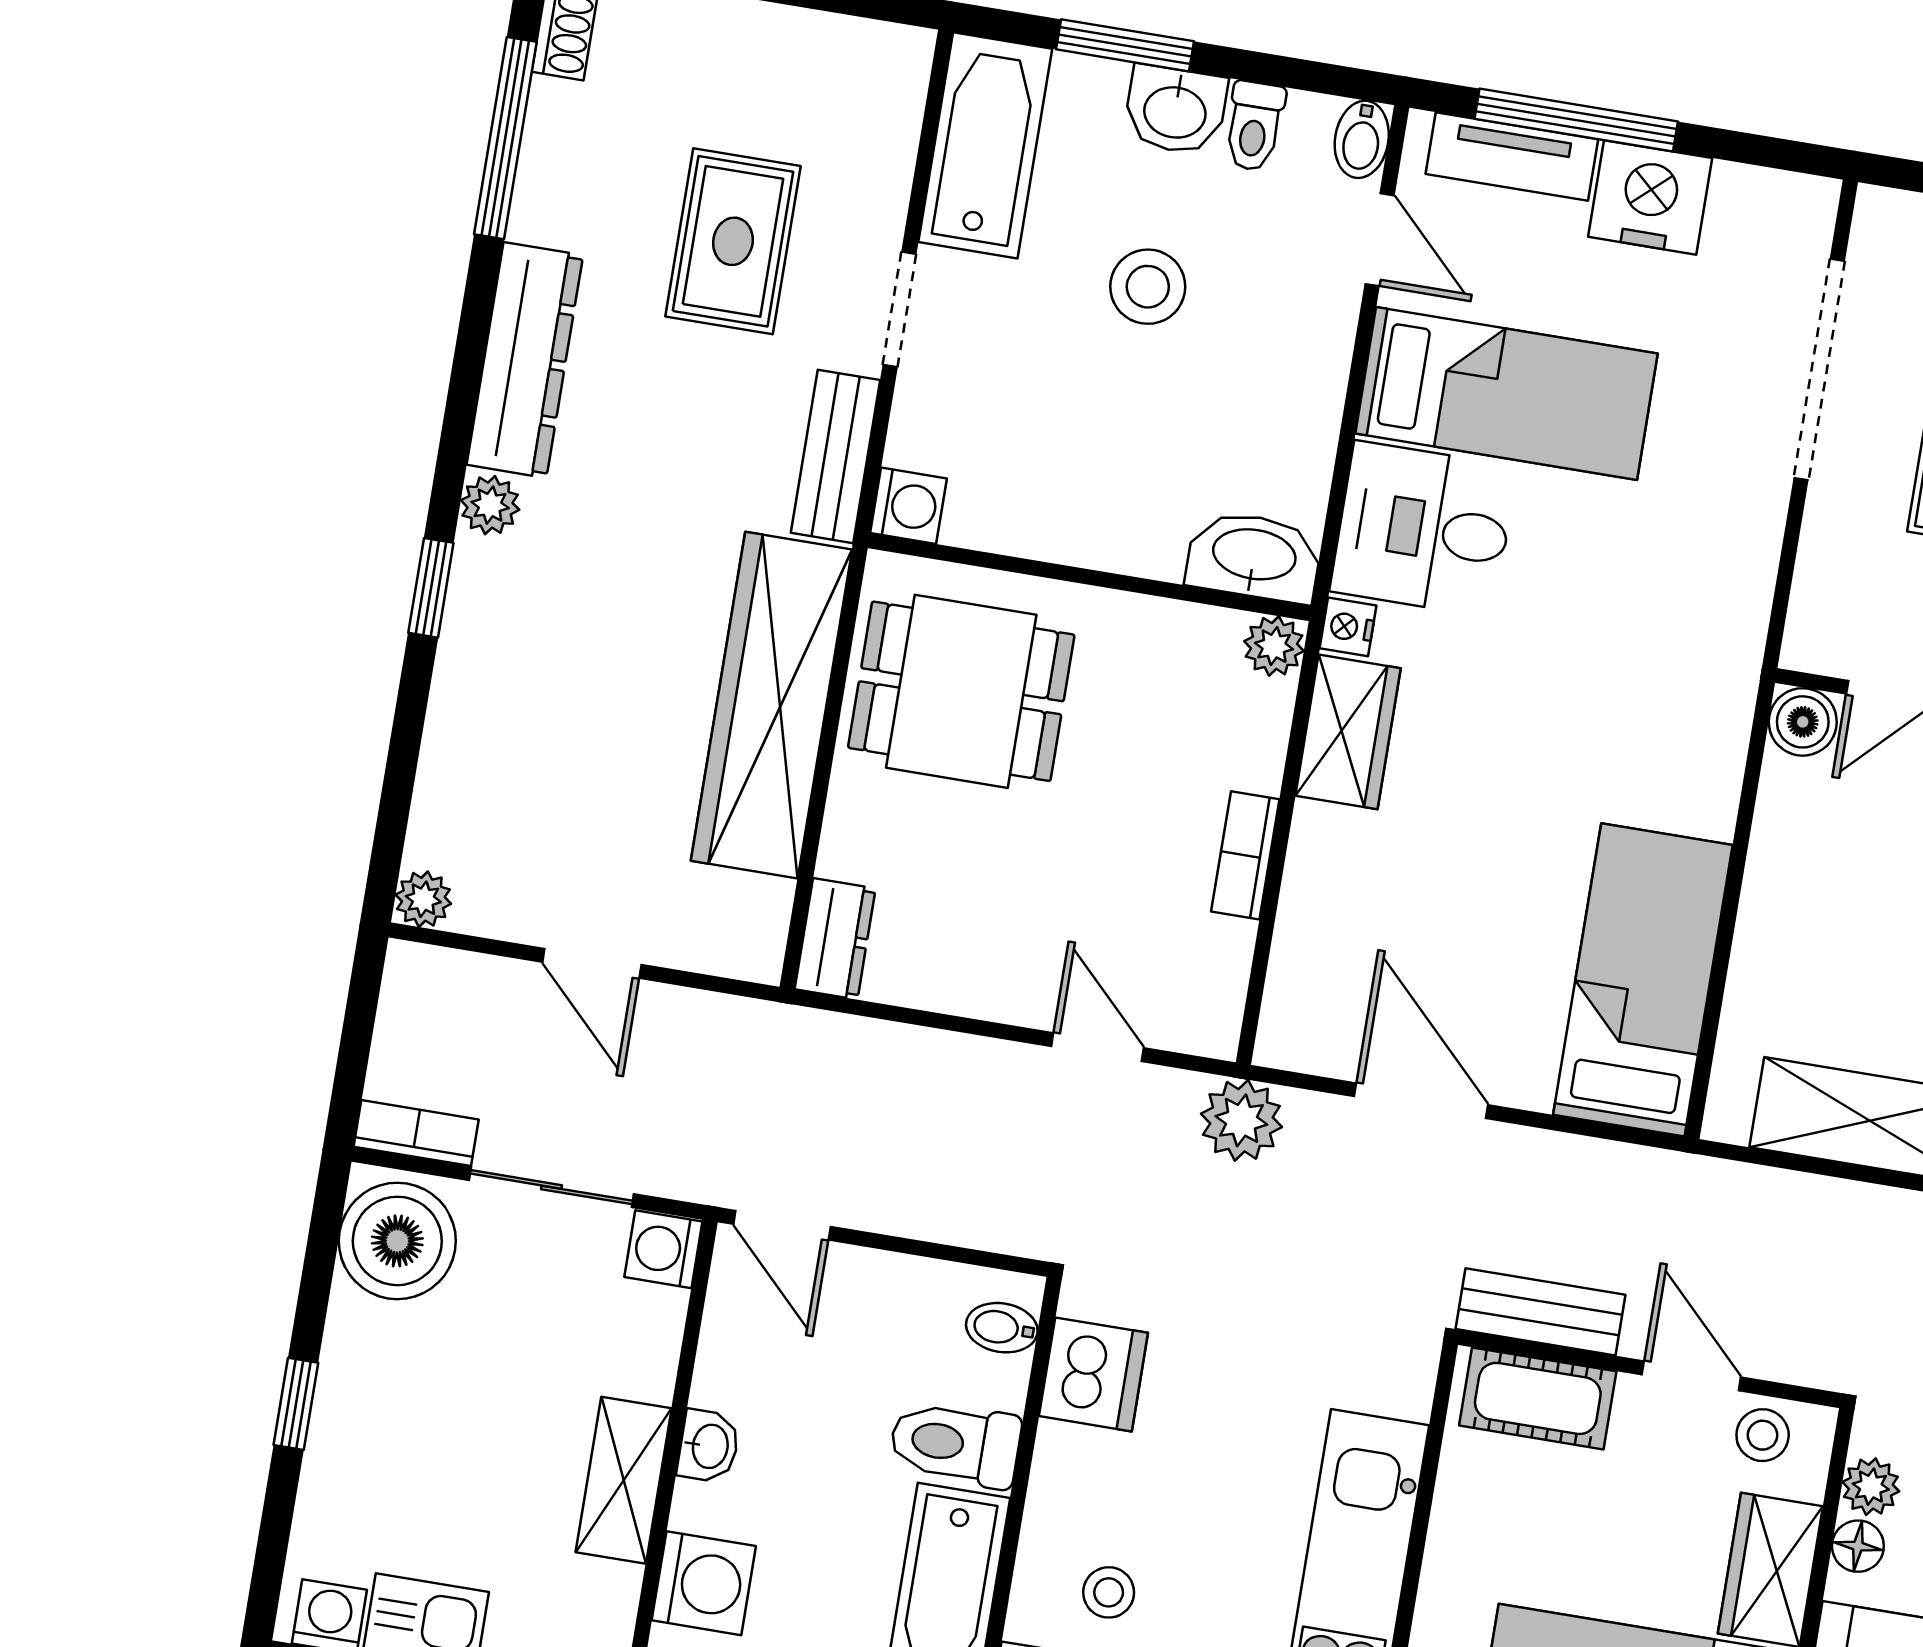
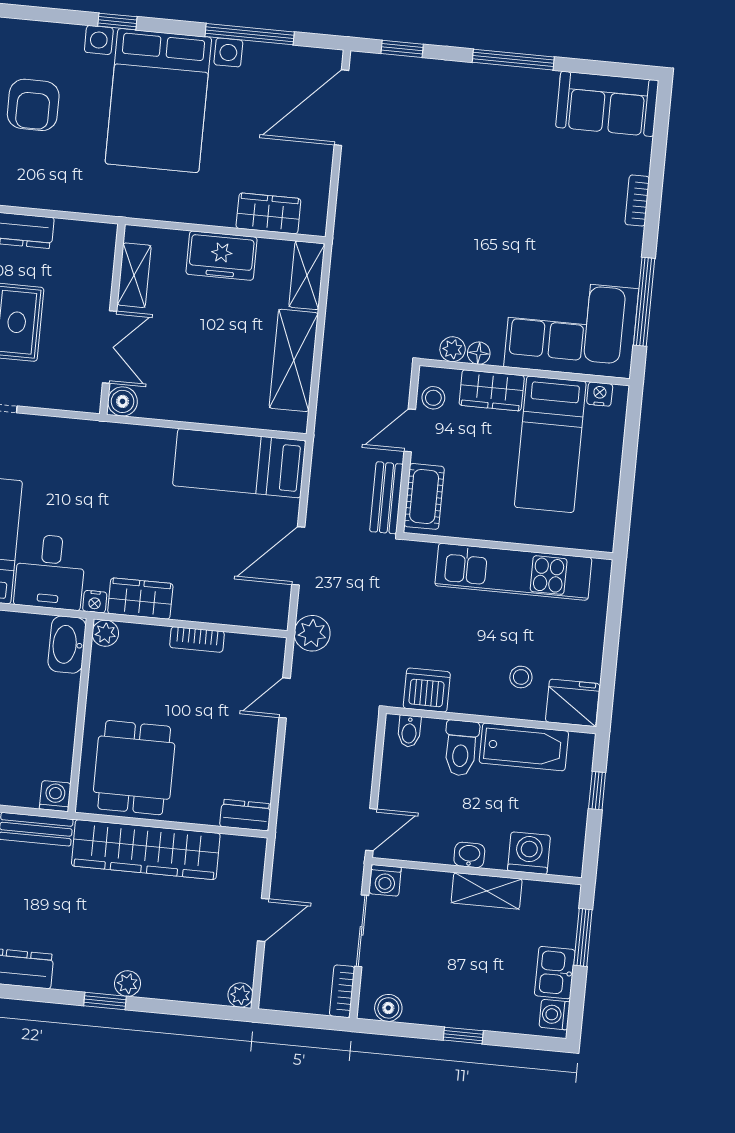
plant: (490, 505) -> (128, 984), moved
boiler: (397, 1241) -> (388, 1008), width x0.54, depth x0.54

